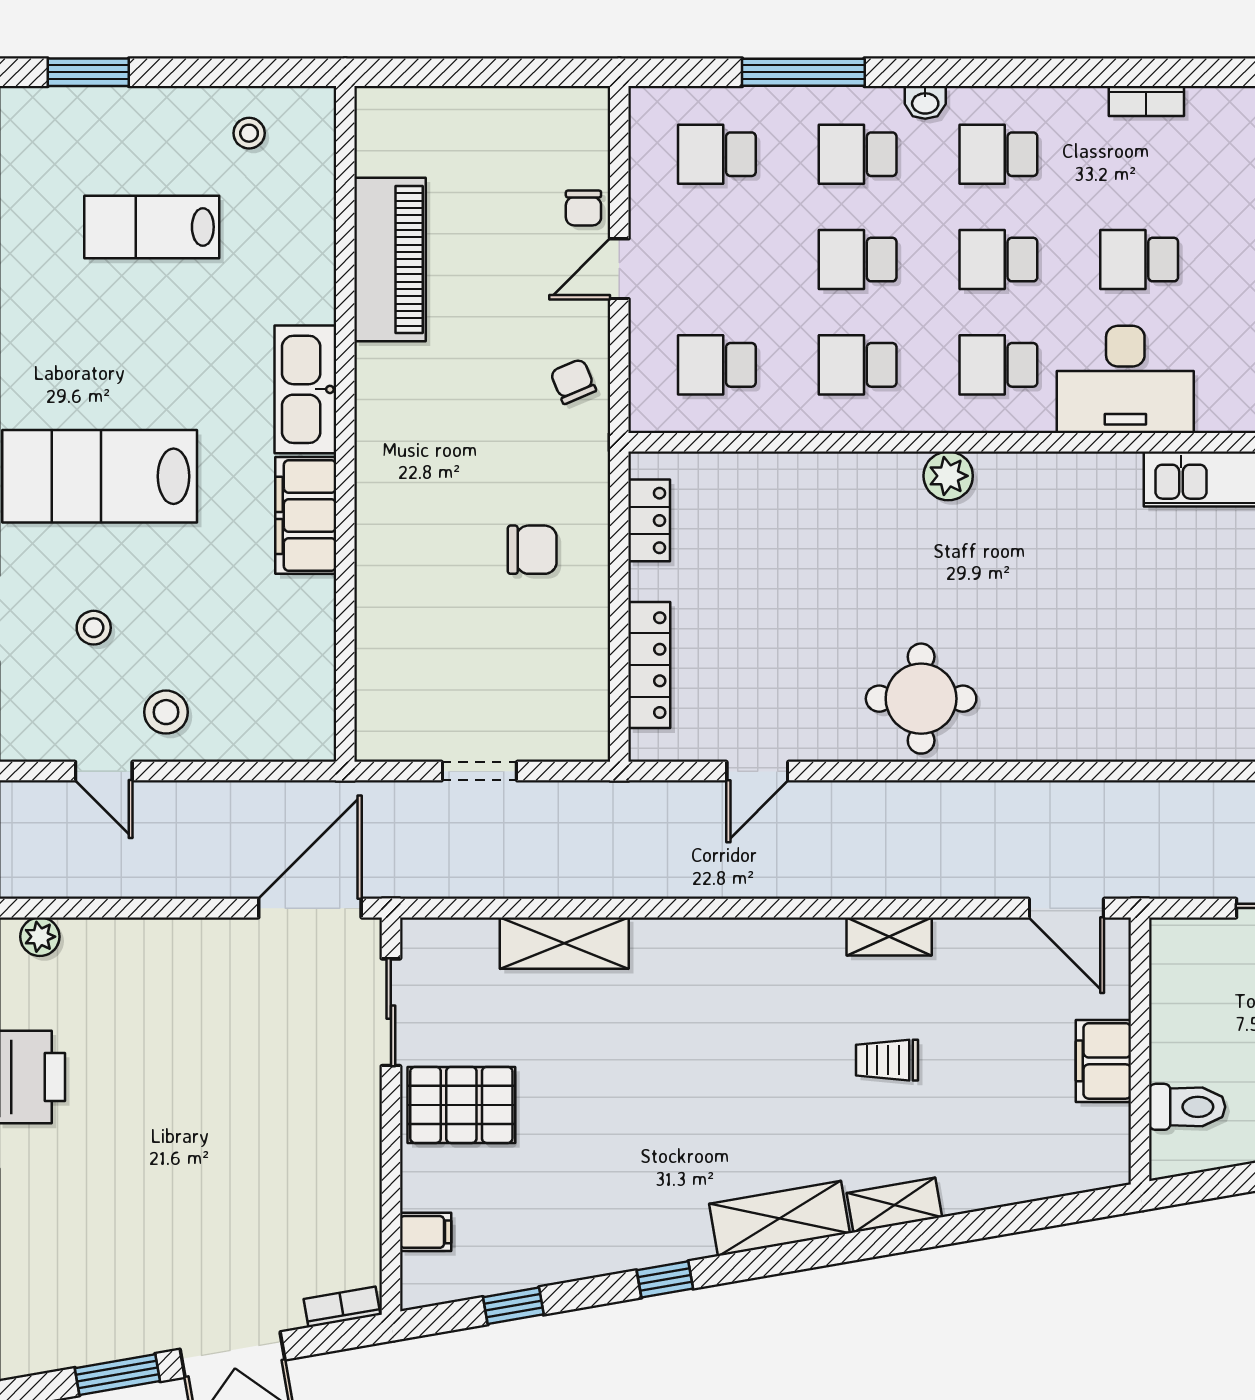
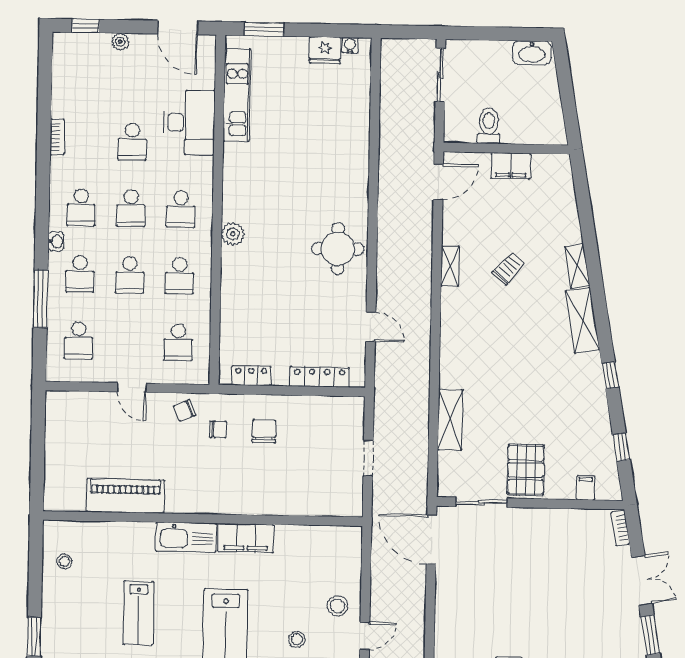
chair: (583, 208) -> (218, 429), moved
lab bench: (152, 227) -> (138, 613), moved
desk: (1125, 379) -> (189, 122), moved
trolley: (887, 1060) -> (509, 268), turned -139
toilet: (1187, 1107) -> (489, 126), moved

